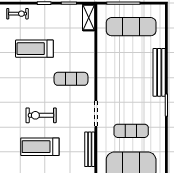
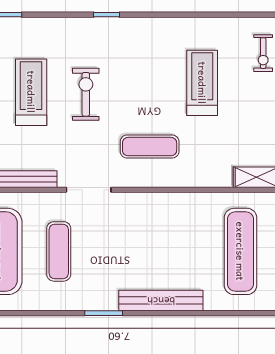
exercise mat: (71, 79) -> (150, 147), turned 90

